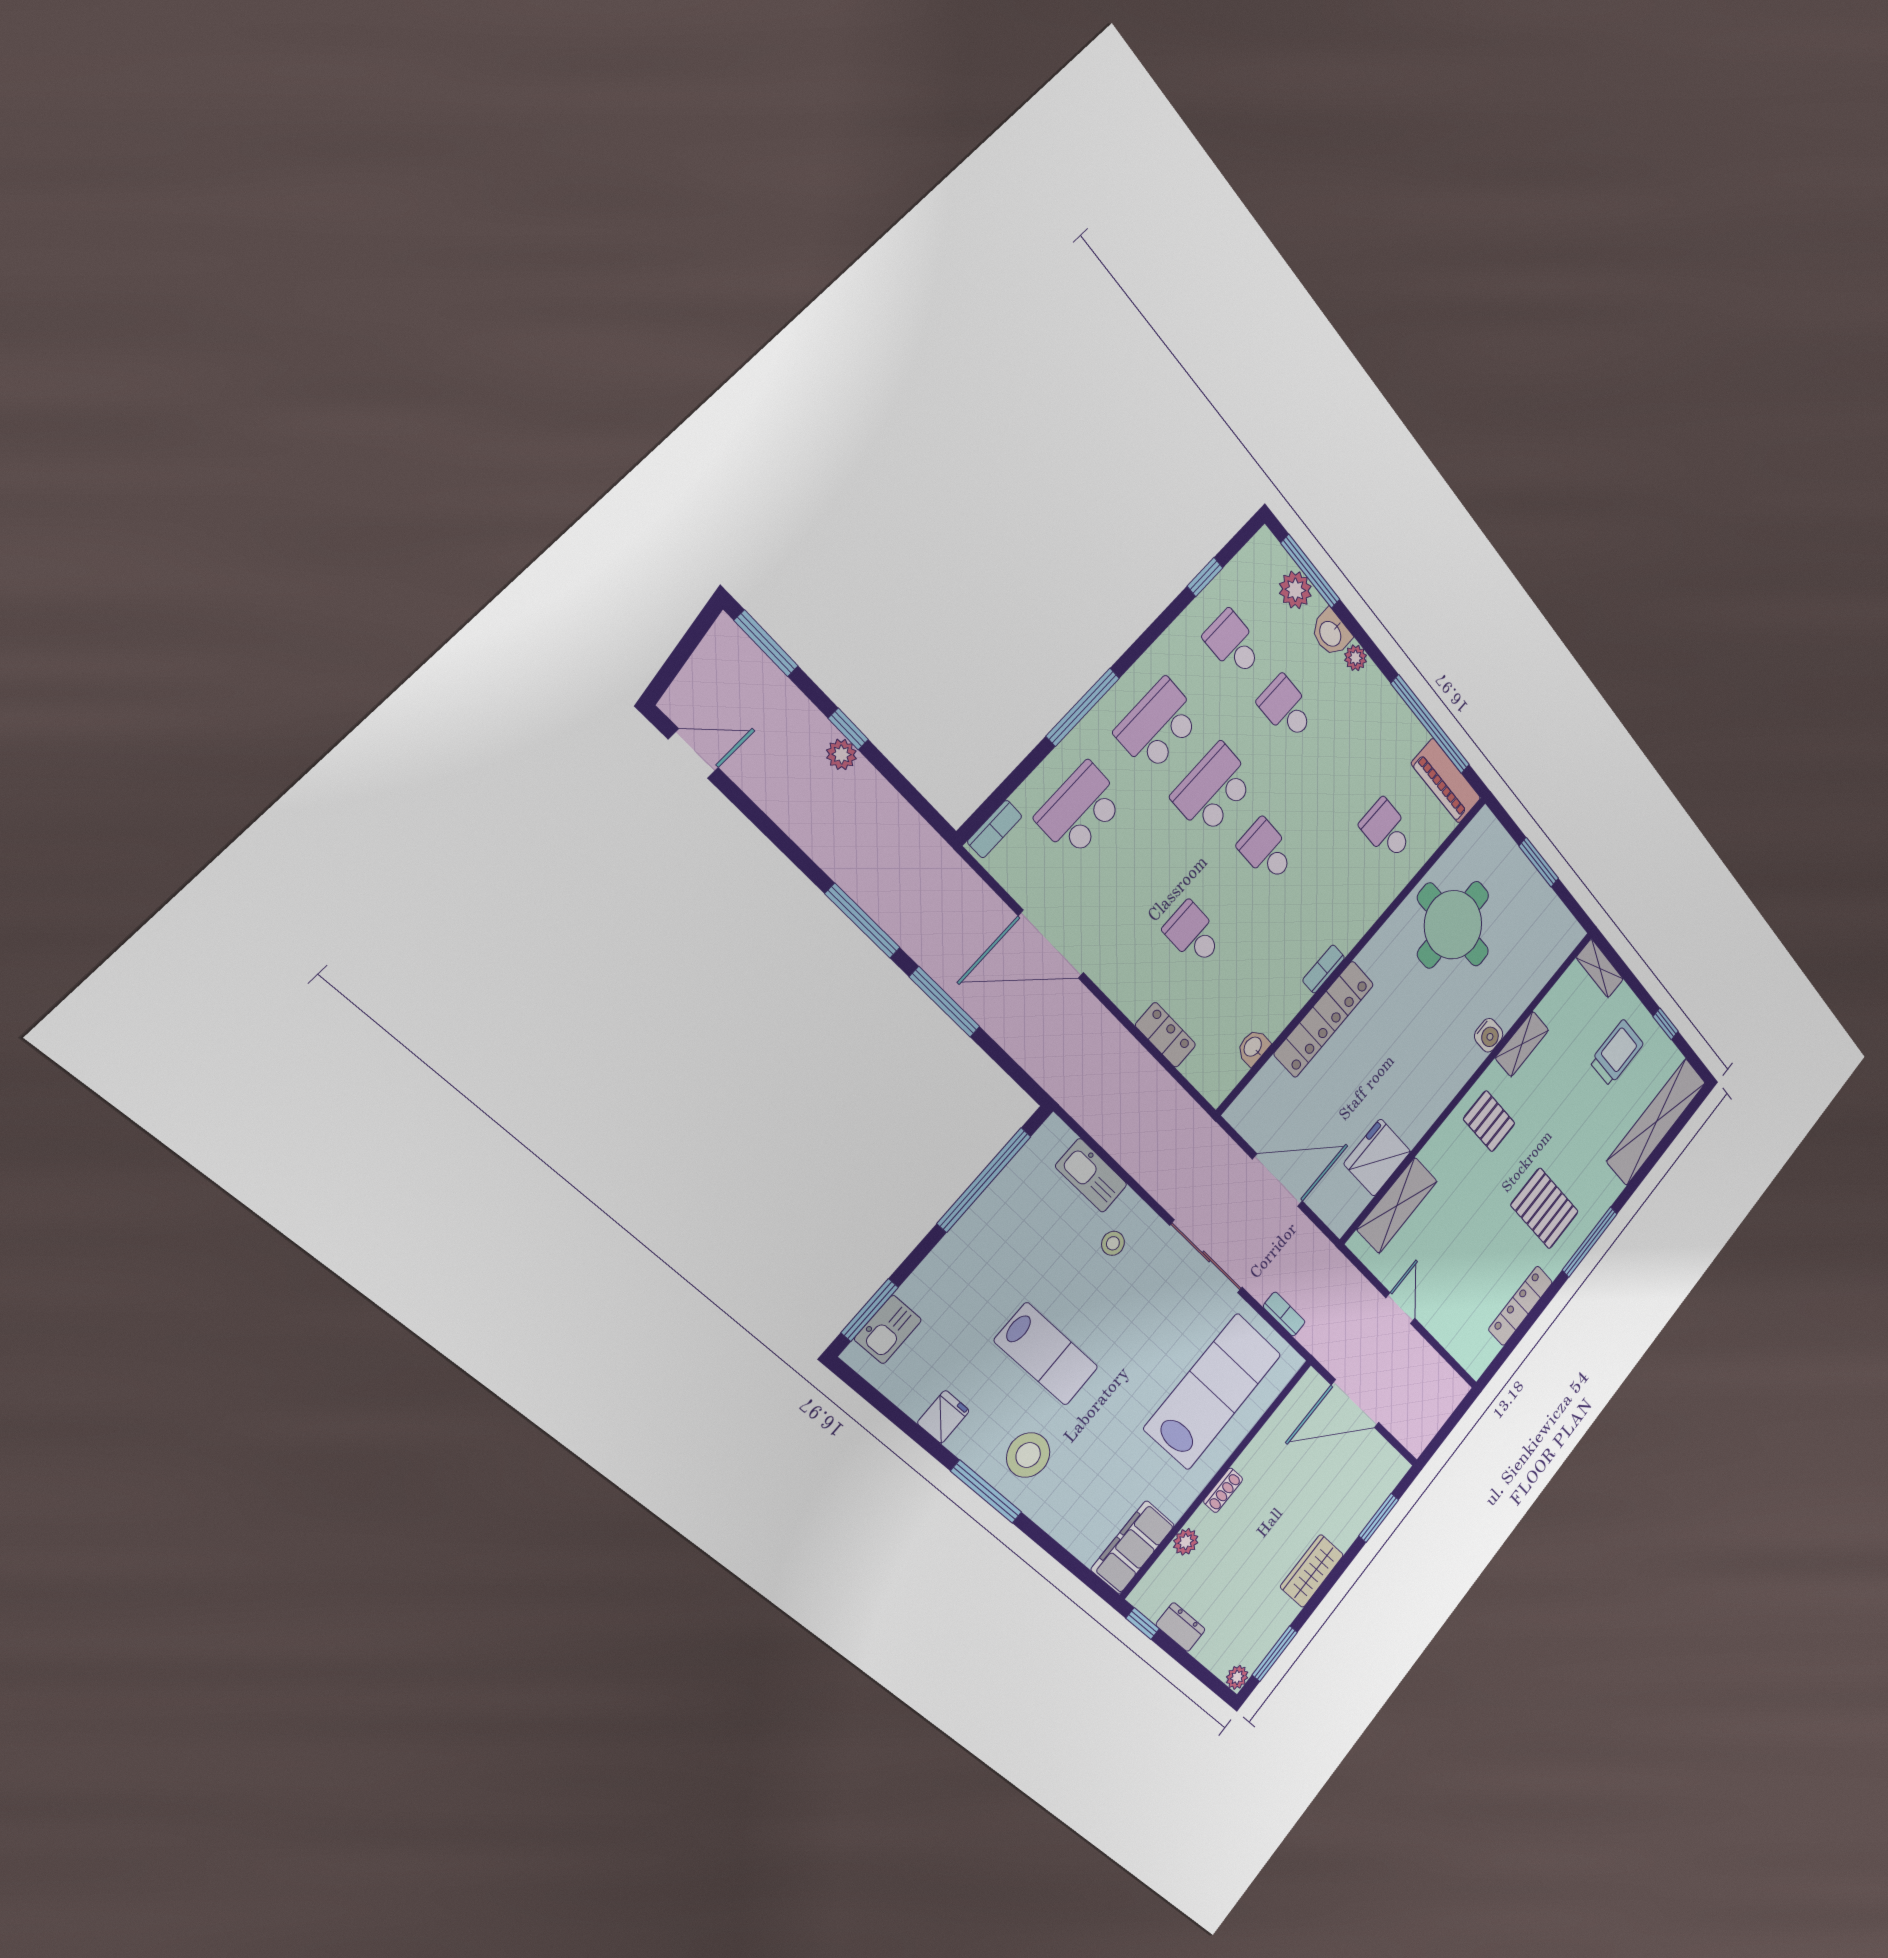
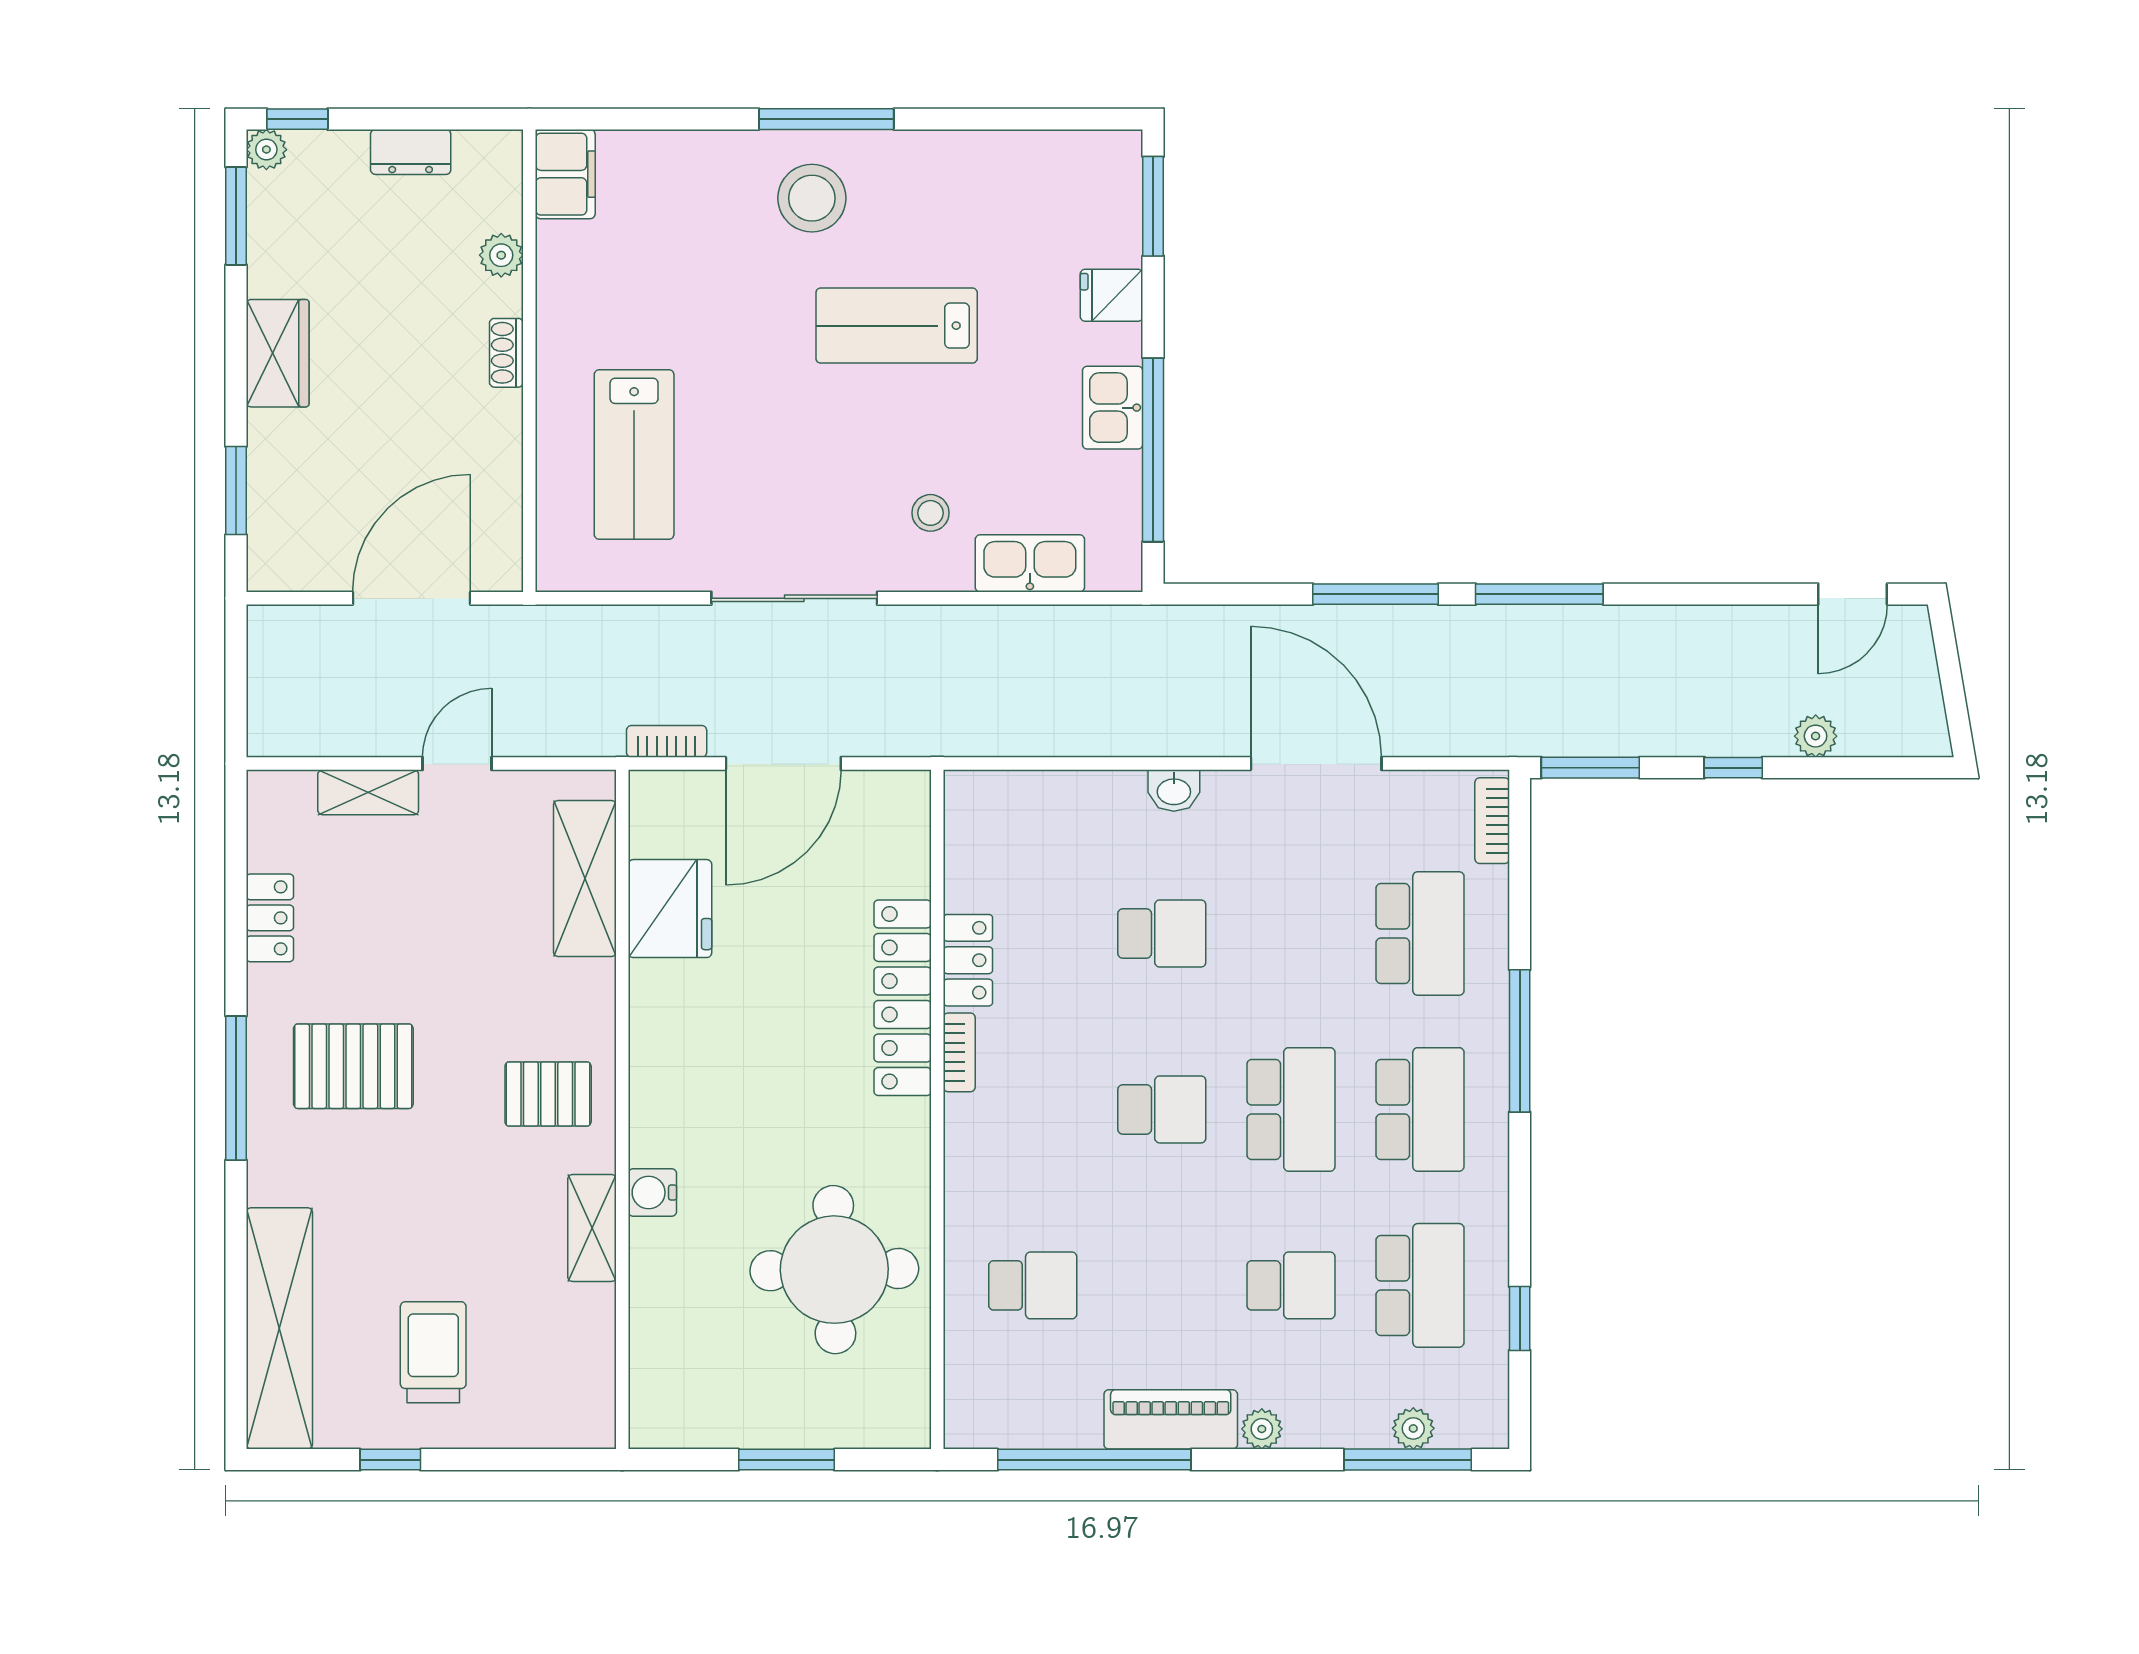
plant: (1295, 590) -> (1413, 1428), width x0.73, depth x0.73
washbasin: (1331, 633) -> (1318, 1422), removed
window: (766, 643) -> (1590, 768), moved
school desk: (1233, 644) -> (1420, 1285), width x1.85
plant: (841, 754) -> (1816, 736), moved
piano: (1446, 781) -> (1171, 1419), moved
door: (1051, 944) -> (1316, 764), hinge flipped
shelving: (1600, 968) -> (368, 792), moved
locker: (1166, 1035) -> (968, 960), moved, turned -90
washbasin: (1253, 1047) -> (1174, 791), moved, turned 90
trolley: (1617, 1053) -> (433, 1352), turned 180
locker: (1521, 1306) -> (270, 918), width x0.66
door: (1400, 1308) -> (457, 764), swing flipped
bookcase: (1284, 1314) -> (667, 741), moved, turned 180
kitchen sink: (888, 1329) -> (1113, 408), moved
lab bench: (1213, 1391) -> (634, 454), width x0.73, depth x0.72
fridge: (943, 1417) -> (1112, 295), moved, turned 90
filing cabinet: (1133, 1547) -> (565, 174), width x0.67, depth x0.86
window: (1143, 1624) -> (297, 119), moved

